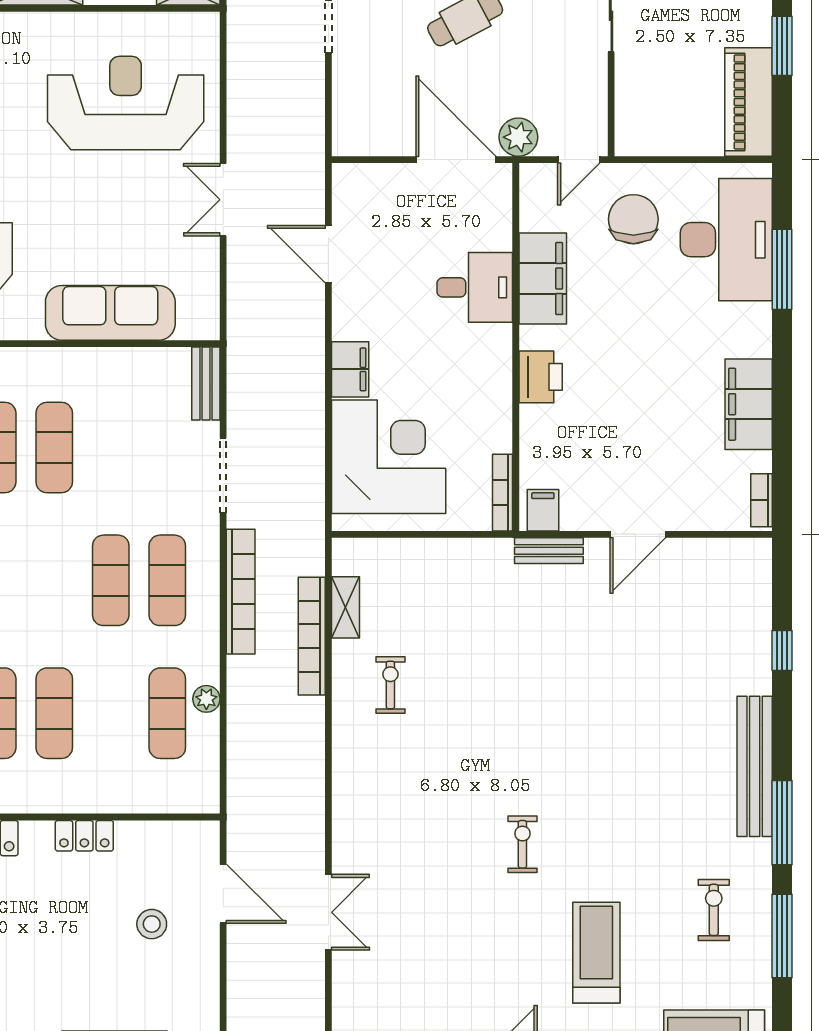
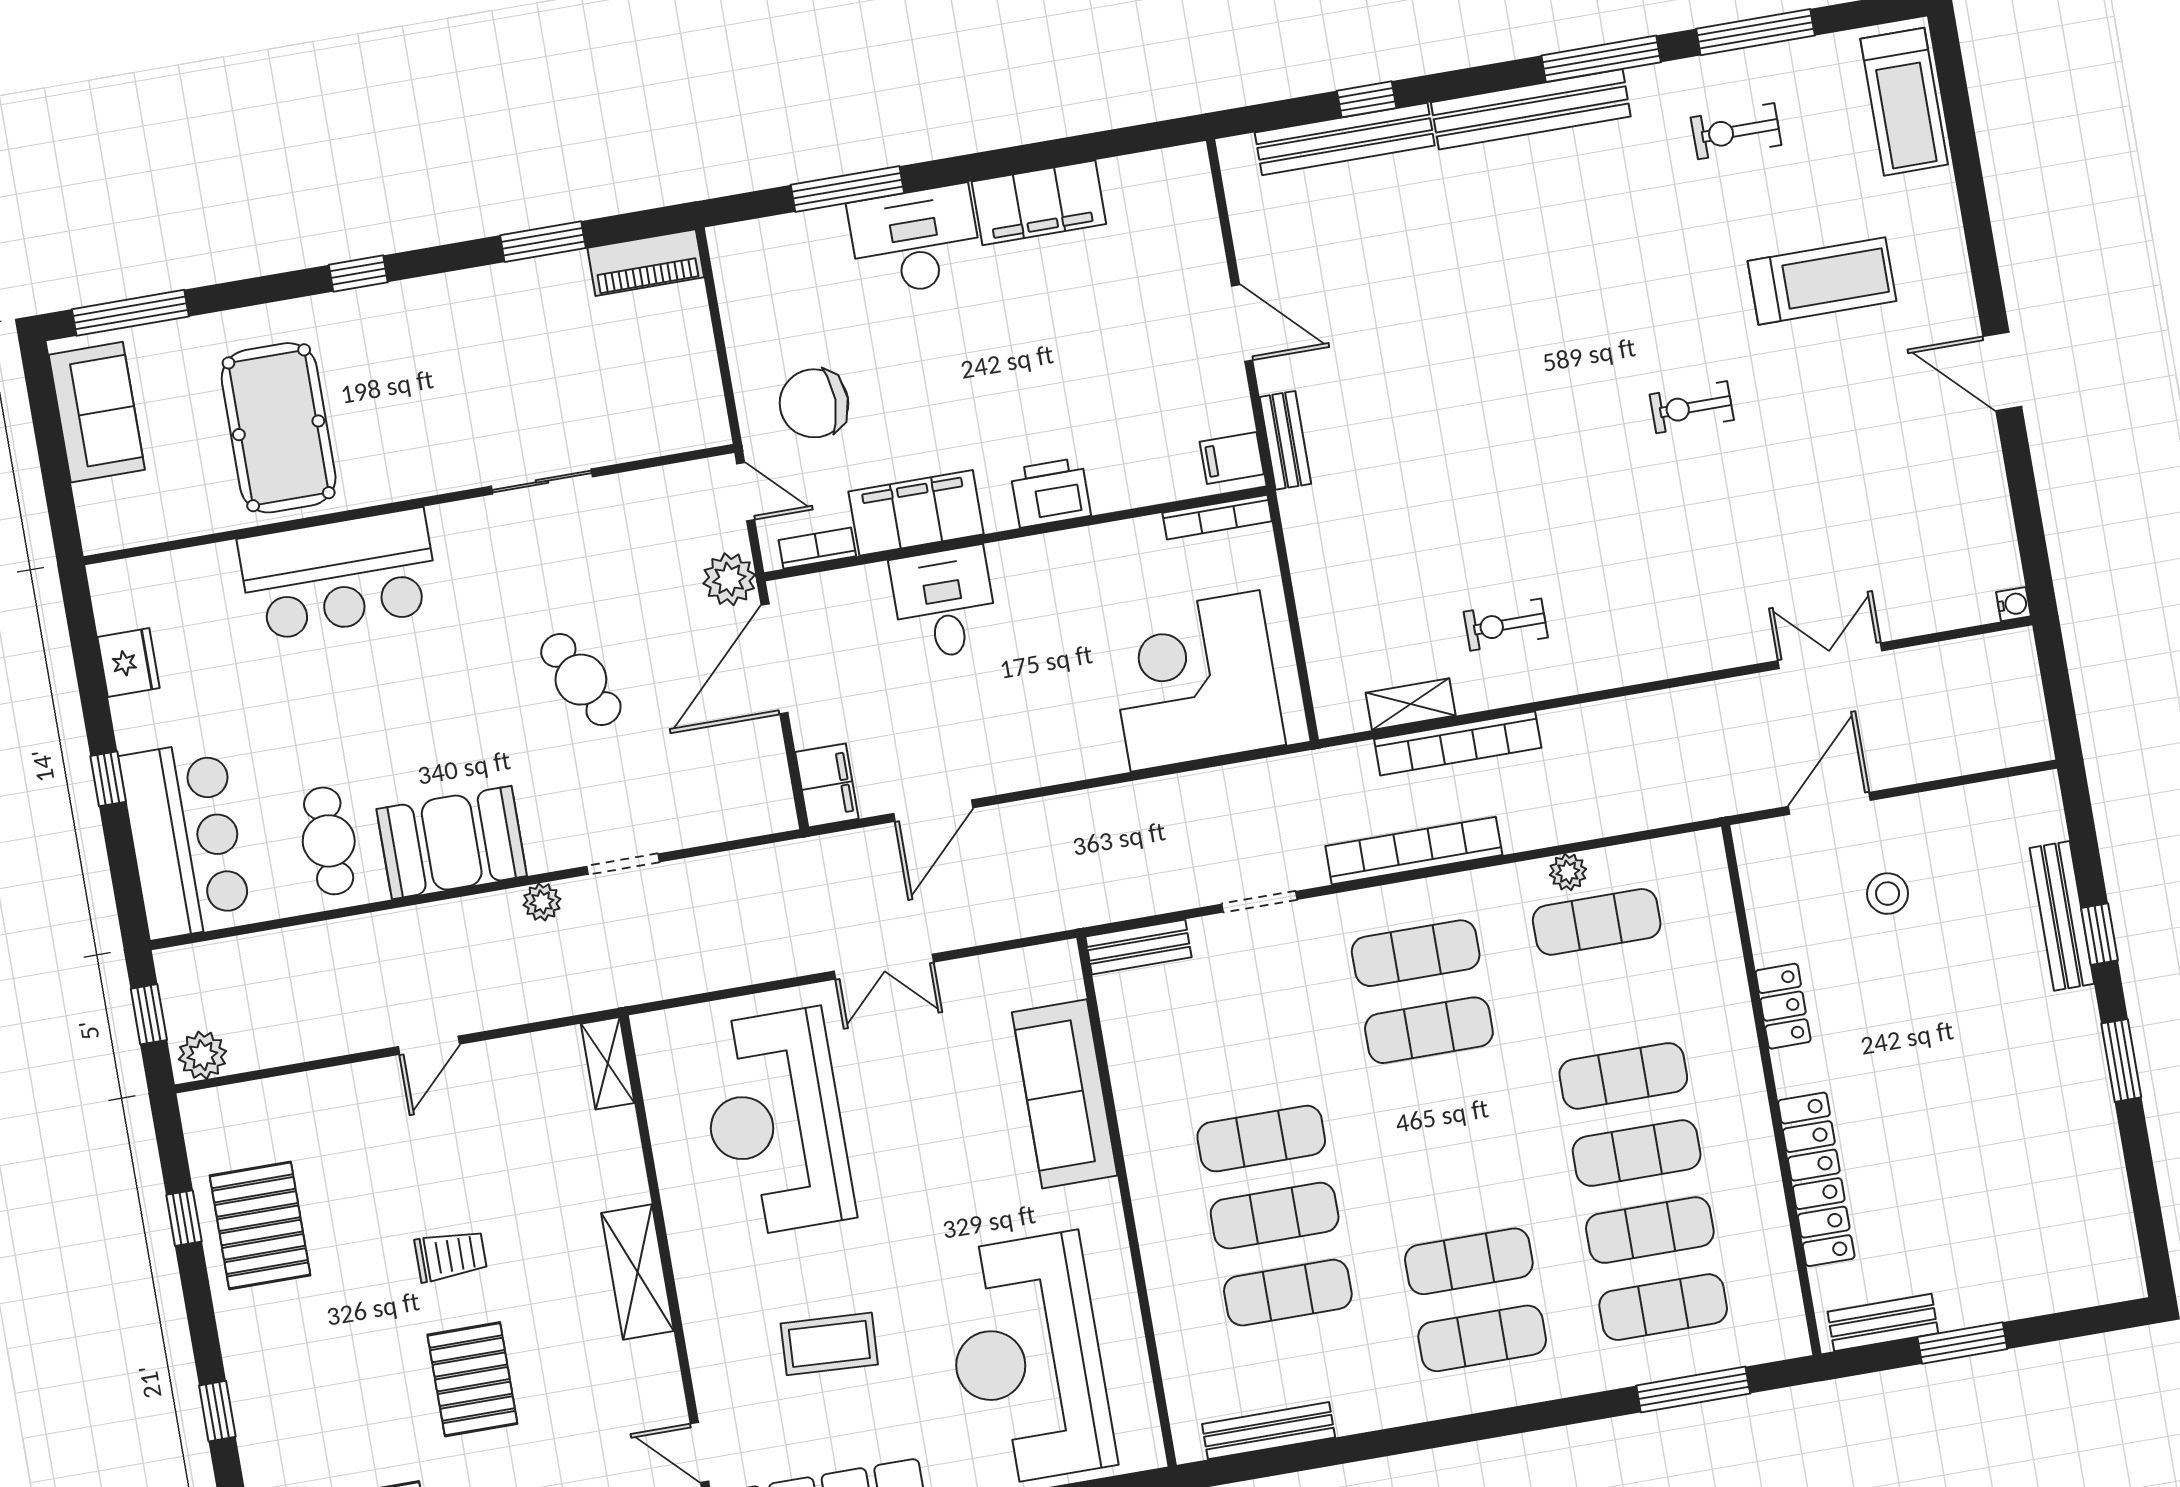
piano: (749, 102) -> (646, 263), width x0.73, depth x0.75
desk: (726, 240) -> (915, 241), moved, width x0.73, depth x0.77
filing cabinet: (350, 369) -> (827, 785), moved, turned 90
doorway: (223, 475) -> (1260, 902), width x0.73
bookcase: (761, 500) -> (817, 548), moved, turned 180
bench: (756, 630) -> (1345, 139), added
treadmill: (596, 953) -> (1822, 281), turned 180

